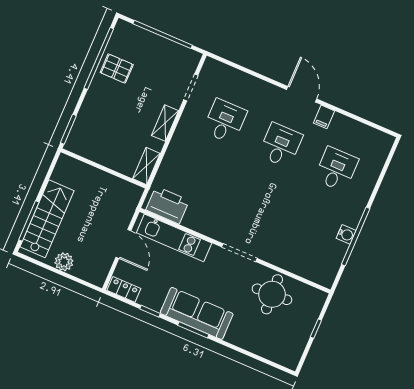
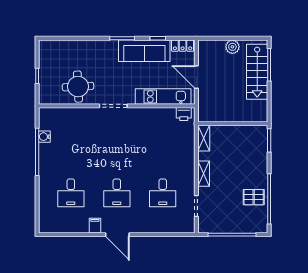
printer: (167, 205) -> (184, 114), width x0.53, depth x0.68
water cooler: (346, 234) -> (44, 137), moved
sofa: (197, 313) -> (144, 51), moved

